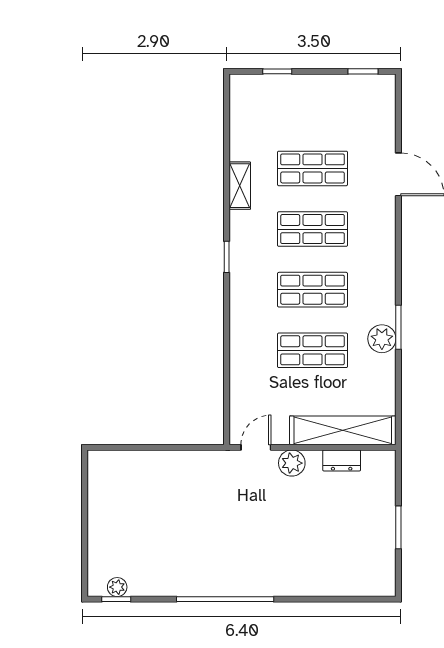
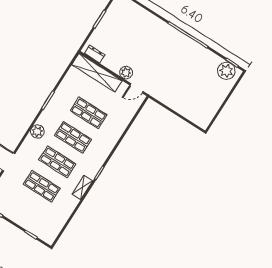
shelving: (240, 186) -> (82, 188), moved
plant: (382, 339) -> (37, 131), moved
dresser: (342, 460) -> (95, 54), moved
plant: (117, 587) -> (226, 71), width x1.88, depth x1.88

